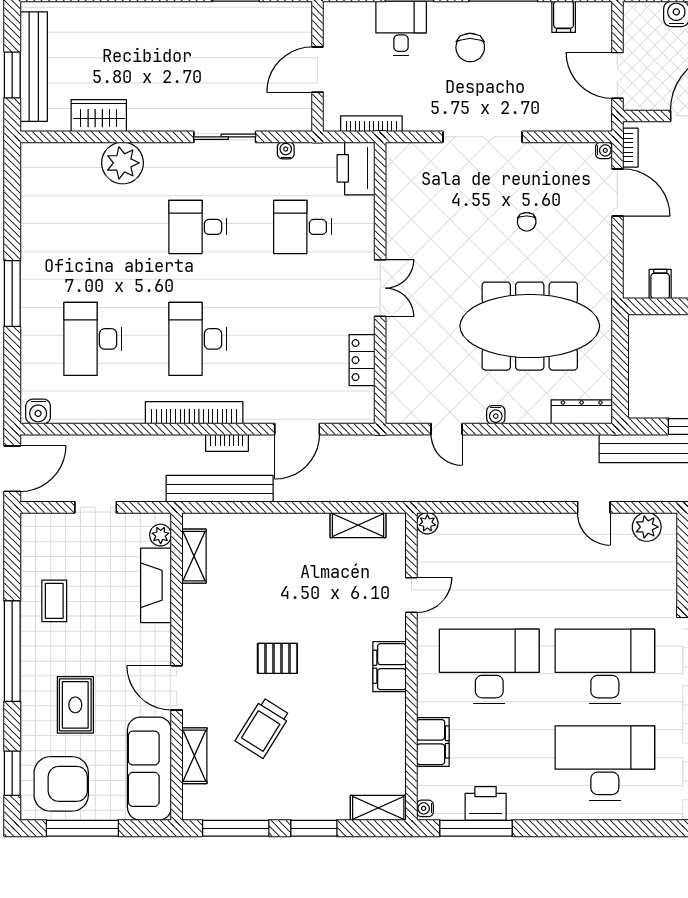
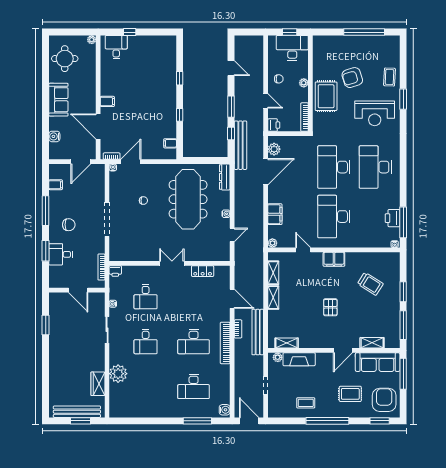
printer: (356, 168) -> (115, 271), width x0.53, depth x0.68
window: (12, 293) -> (197, 421), moved
door: (594, 507) -> (266, 172), width x1.88
trolley: (263, 728) -> (370, 284), moved
filing cabinet: (433, 742) -> (275, 214), moved, turned 90
shelving: (378, 808) -> (273, 297), moved
window: (82, 828) -> (403, 374), moved

